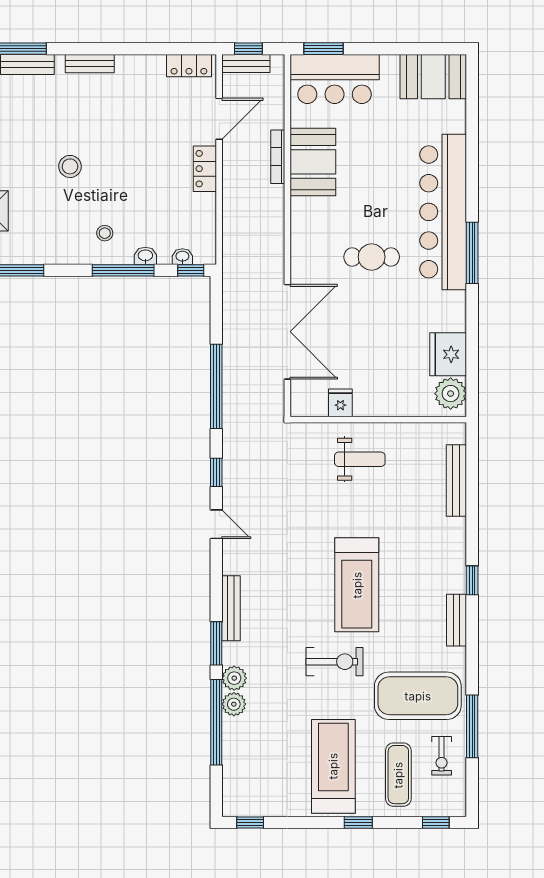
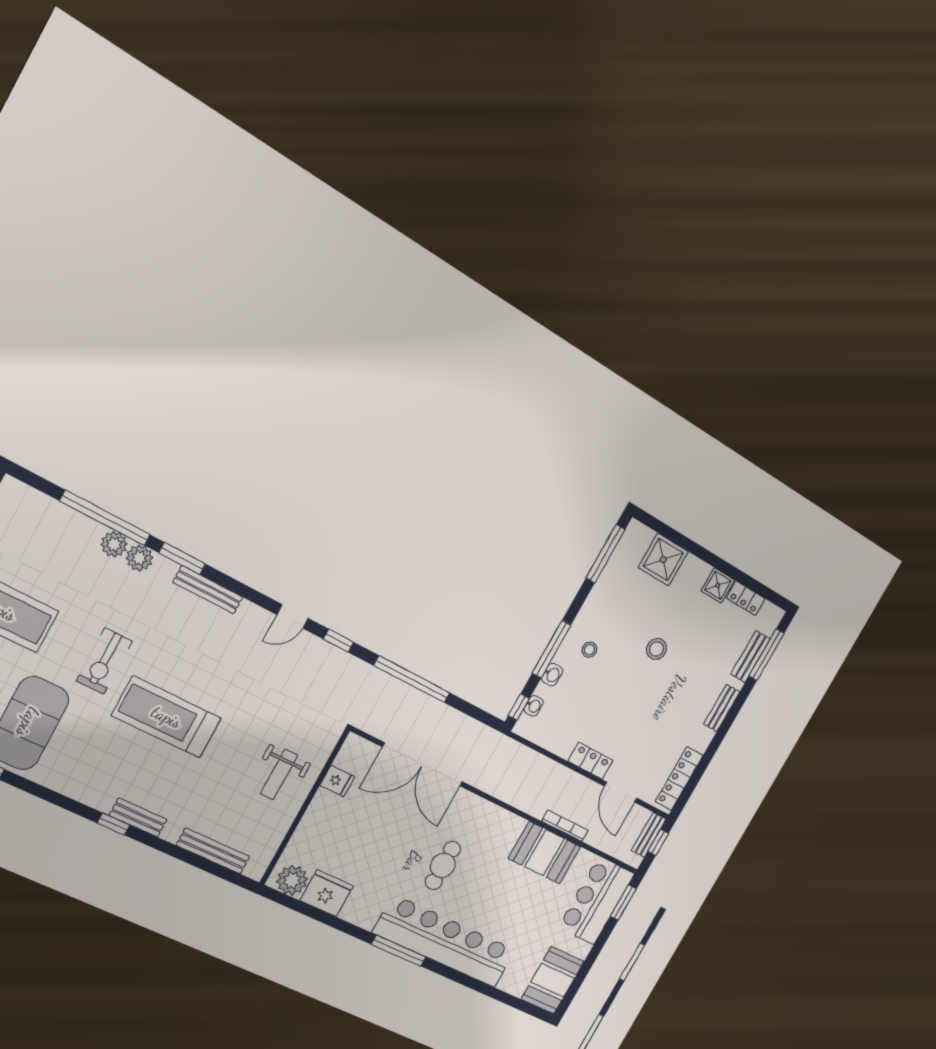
locker: (189, 66) -> (679, 779), width x1.53
bench: (457, 620) -> (138, 817), moved

